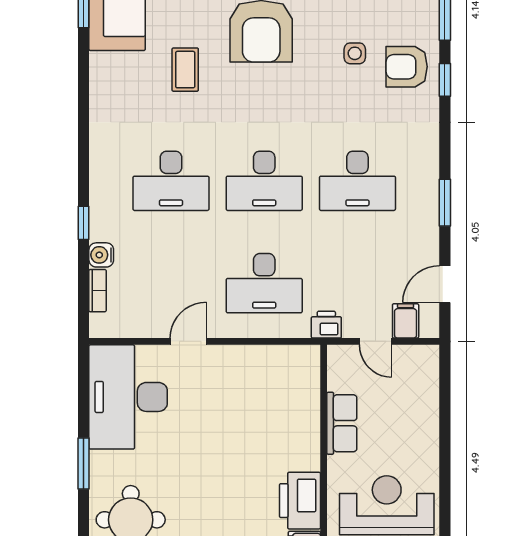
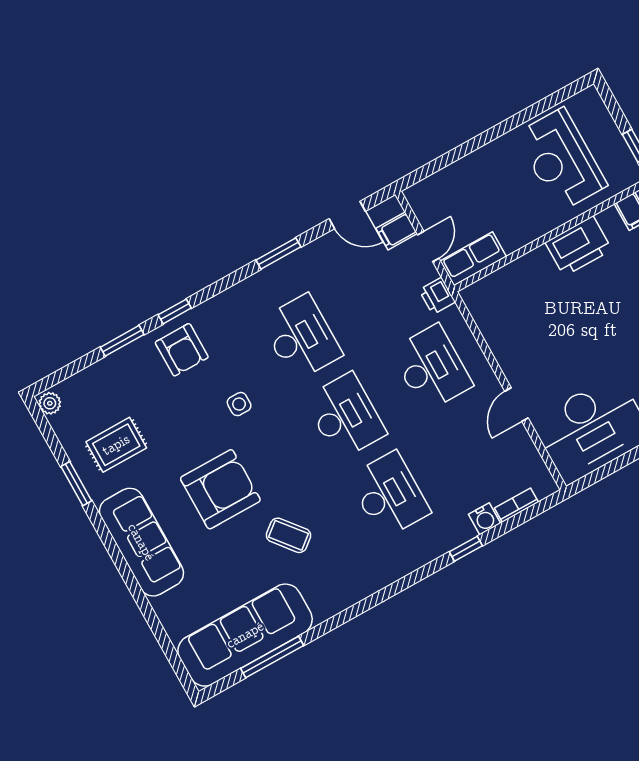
side table: (355, 53) -> (239, 404), moved
coffee table: (185, 70) -> (289, 535), turned 51
door: (188, 341) -> (516, 405), hinge flipped
row of seats: (342, 423) -> (473, 259), moved
printer: (300, 501) -> (578, 246), moved

